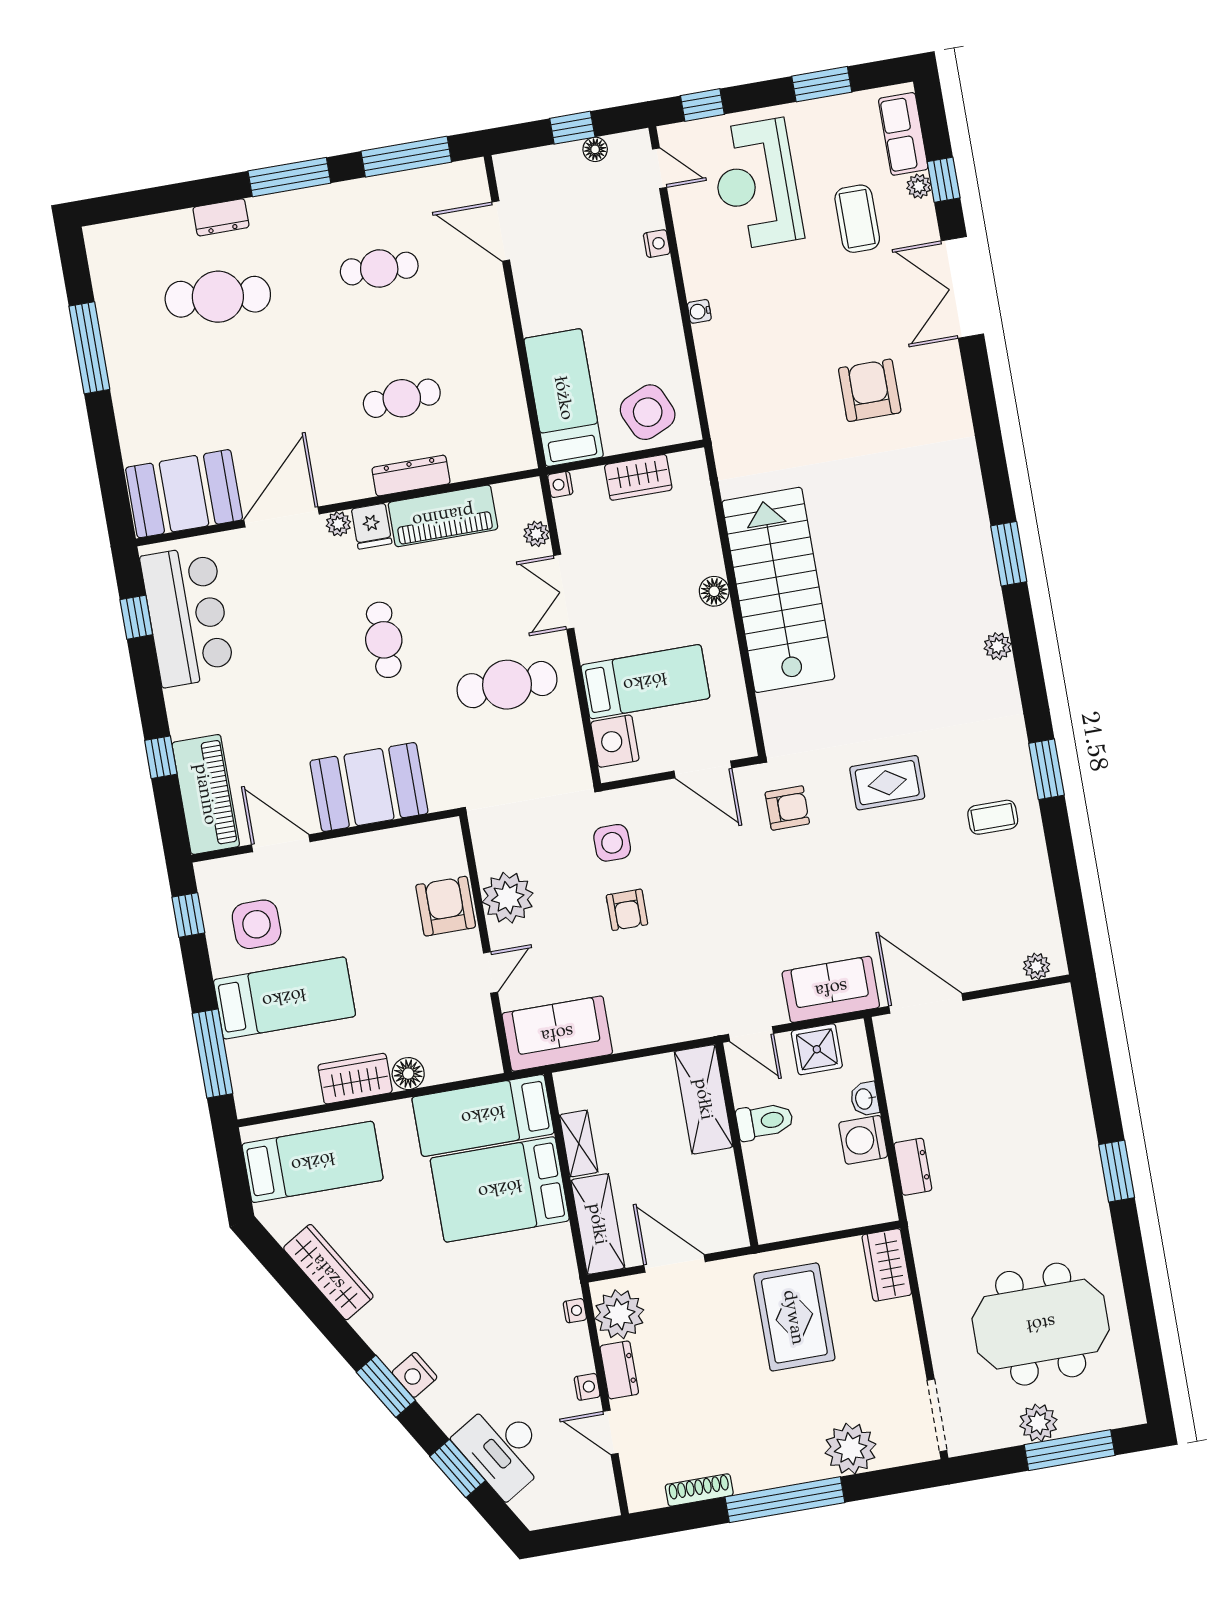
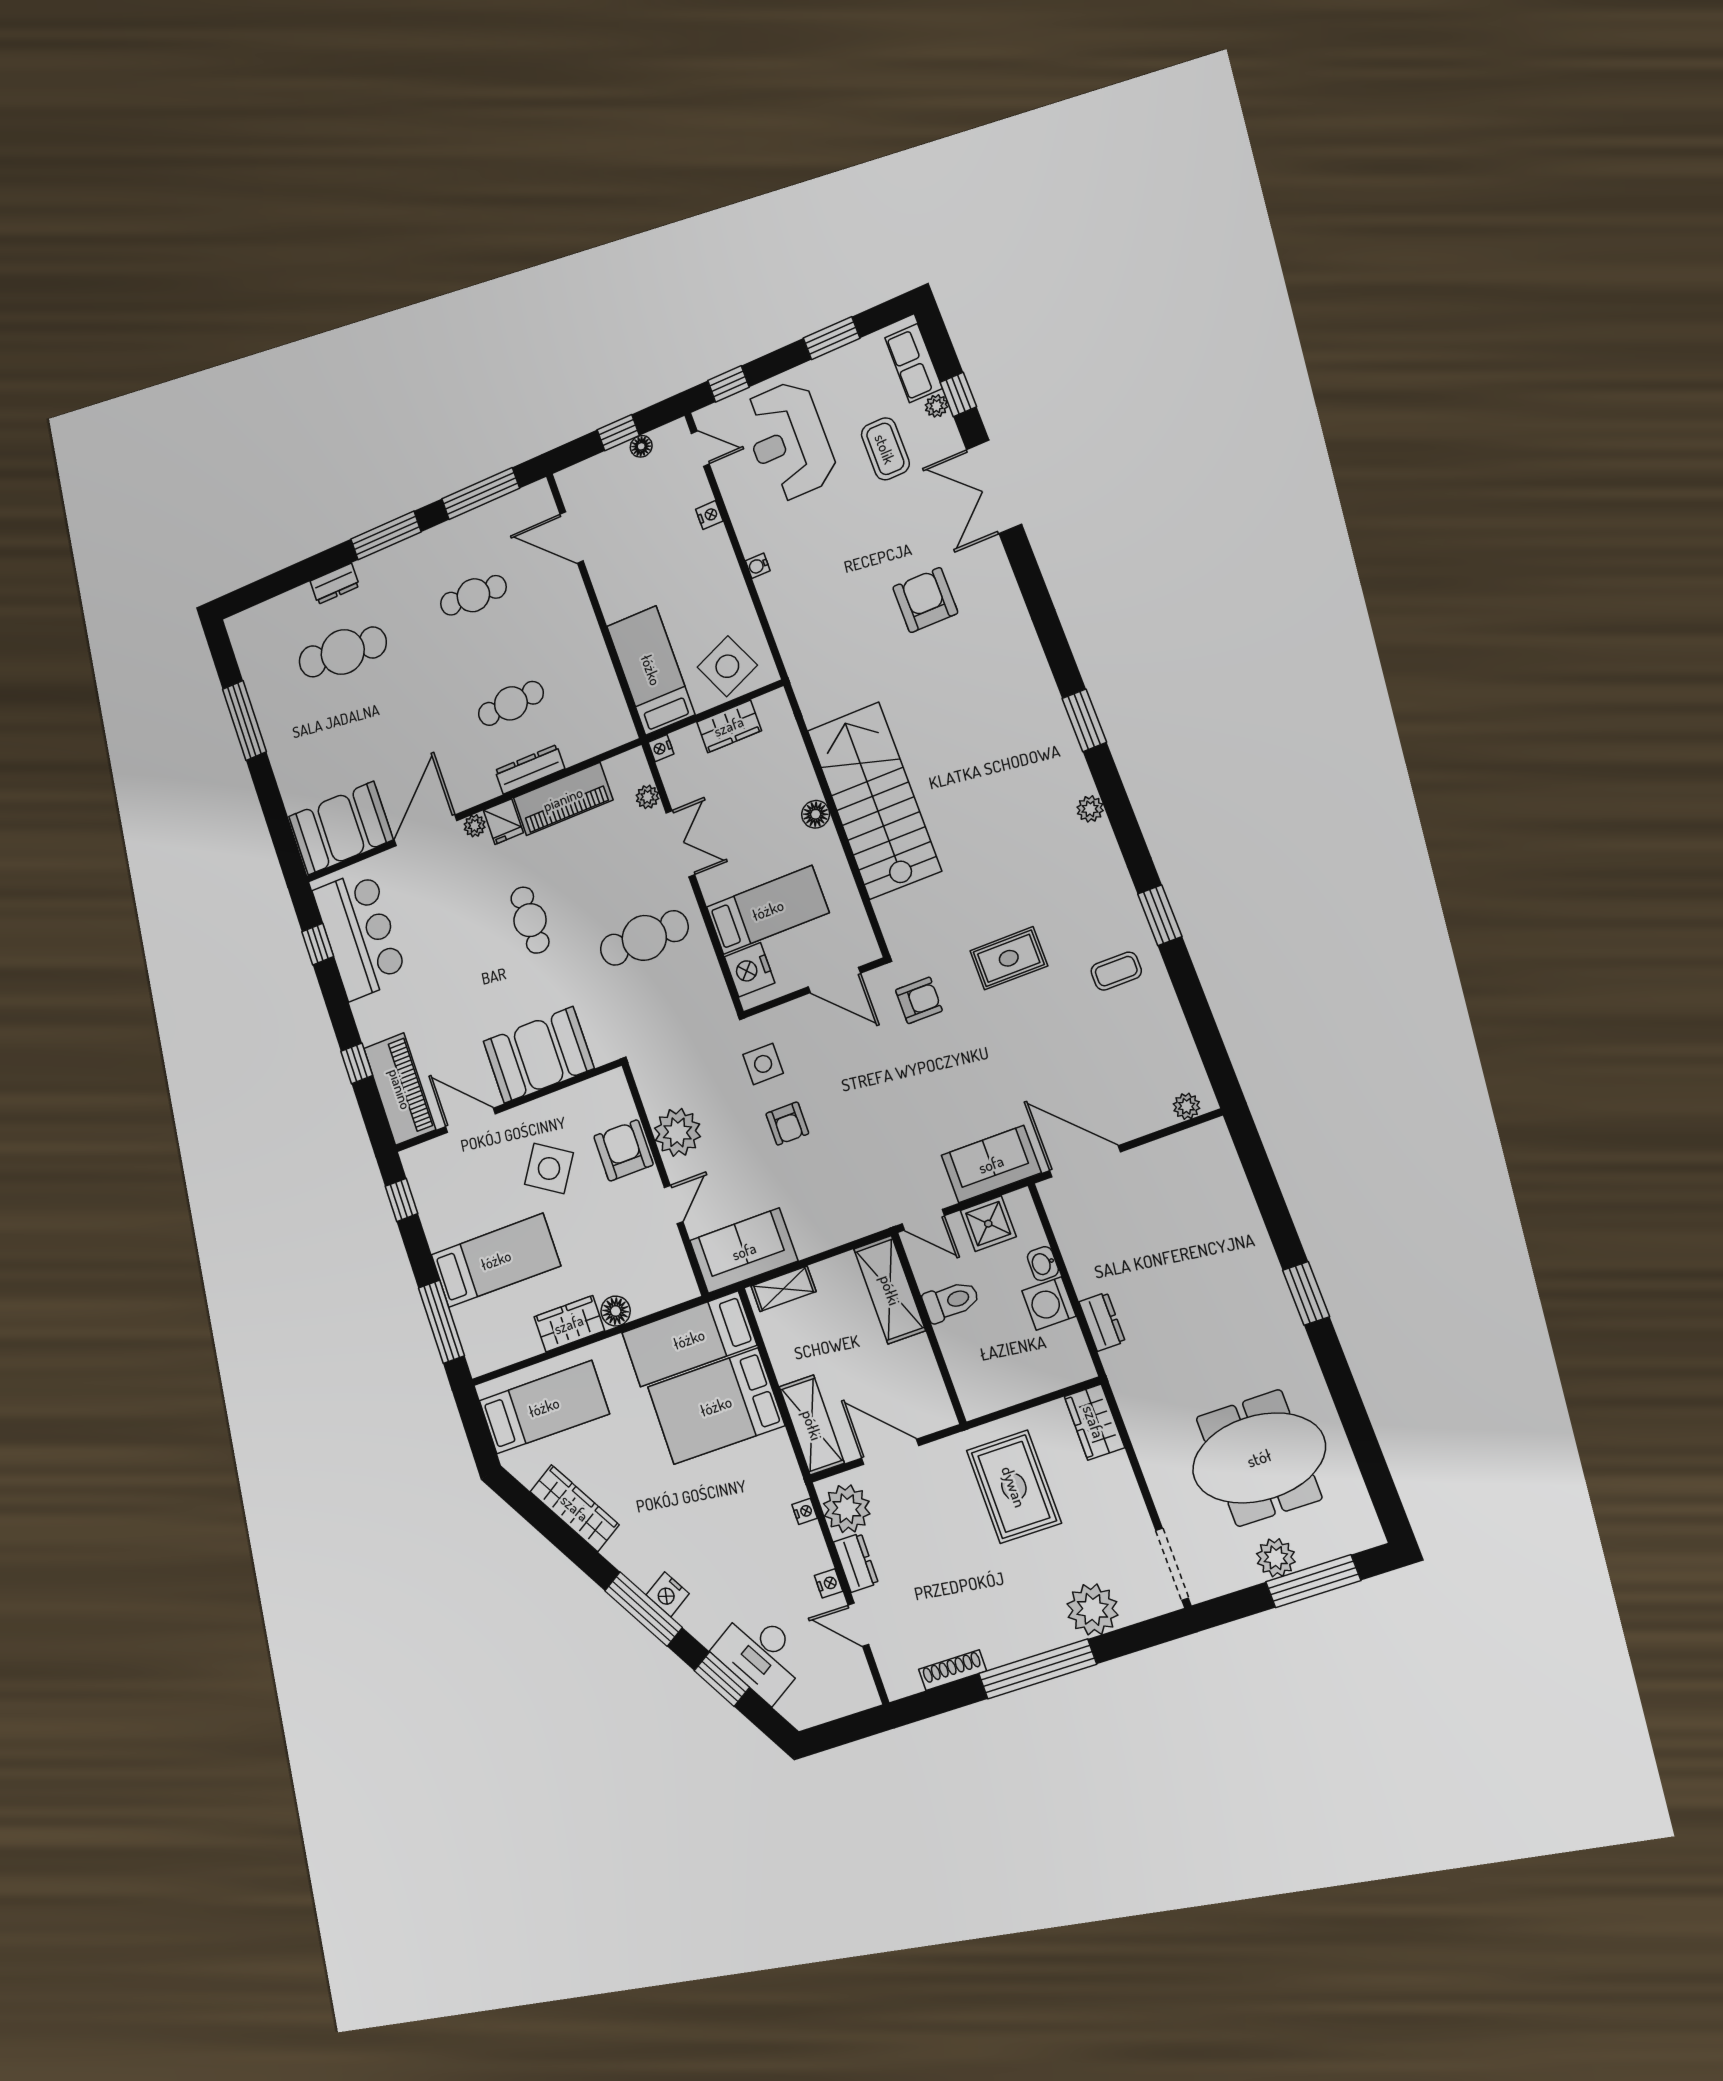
double door: (564, 592) -> (680, 844), swing flipped
side table: (257, 924) -> (549, 1168), moved, turned 33
shelving: (579, 1143) -> (783, 1289), moved, turned 90
window: (386, 1386) -> (643, 1609), width x1.44

